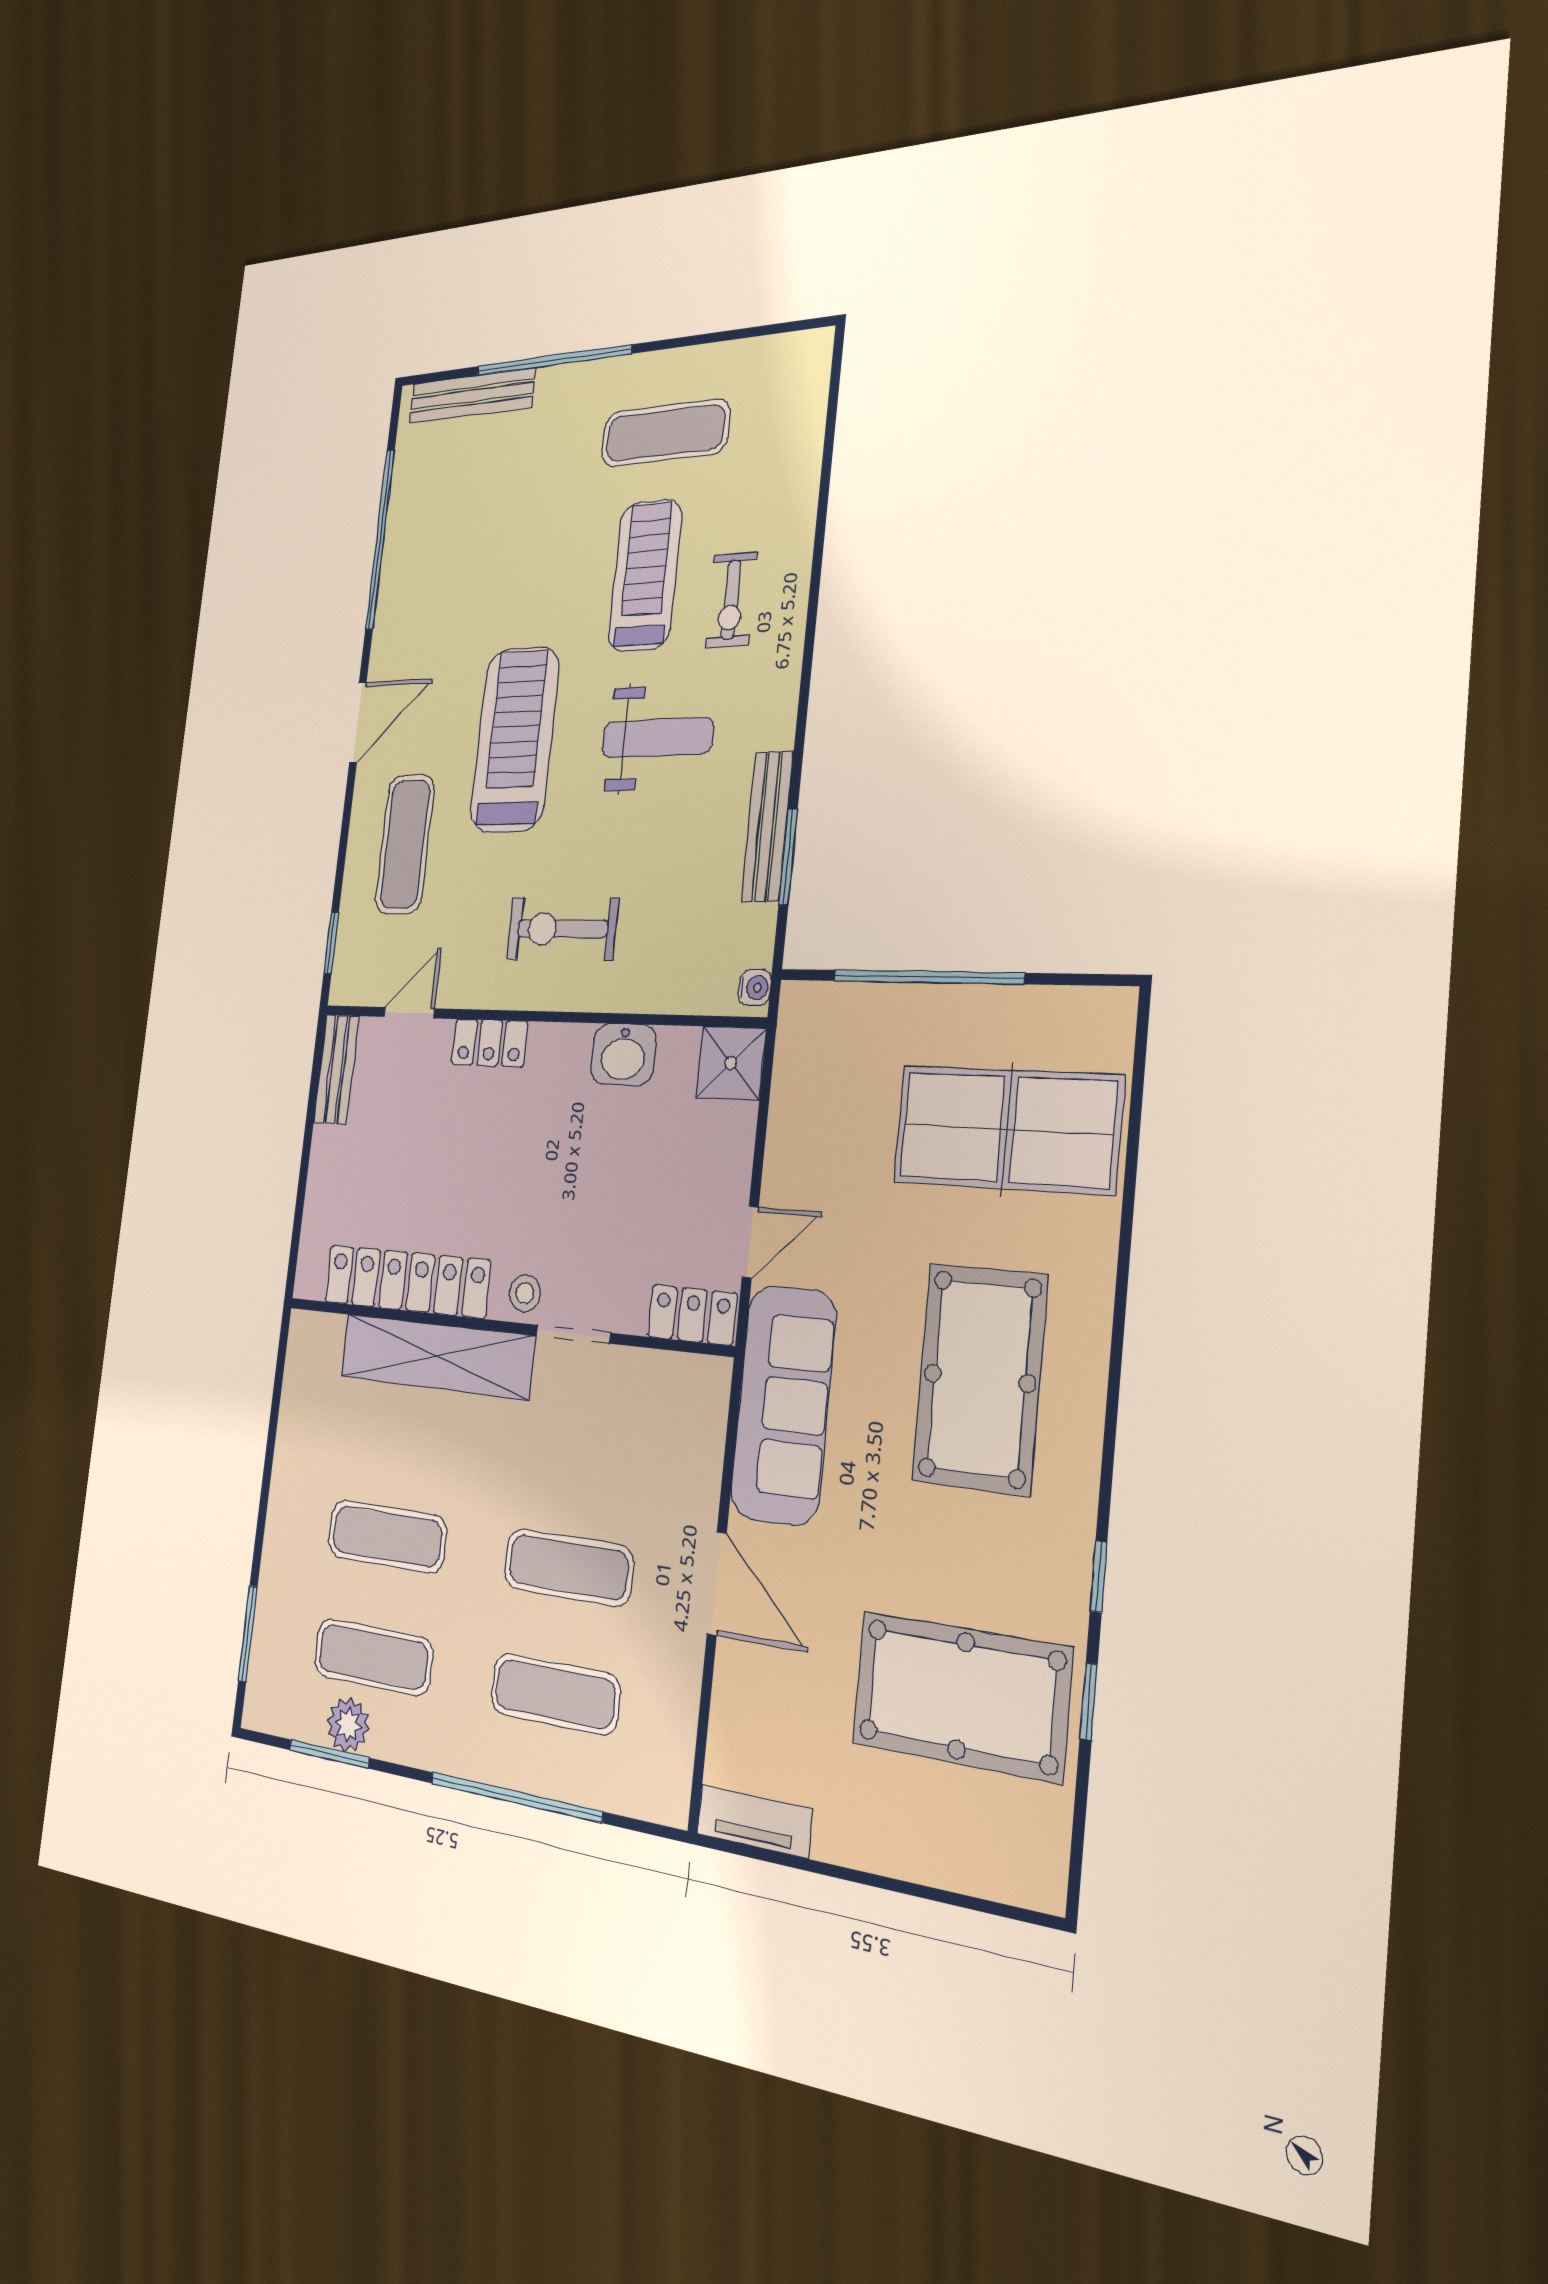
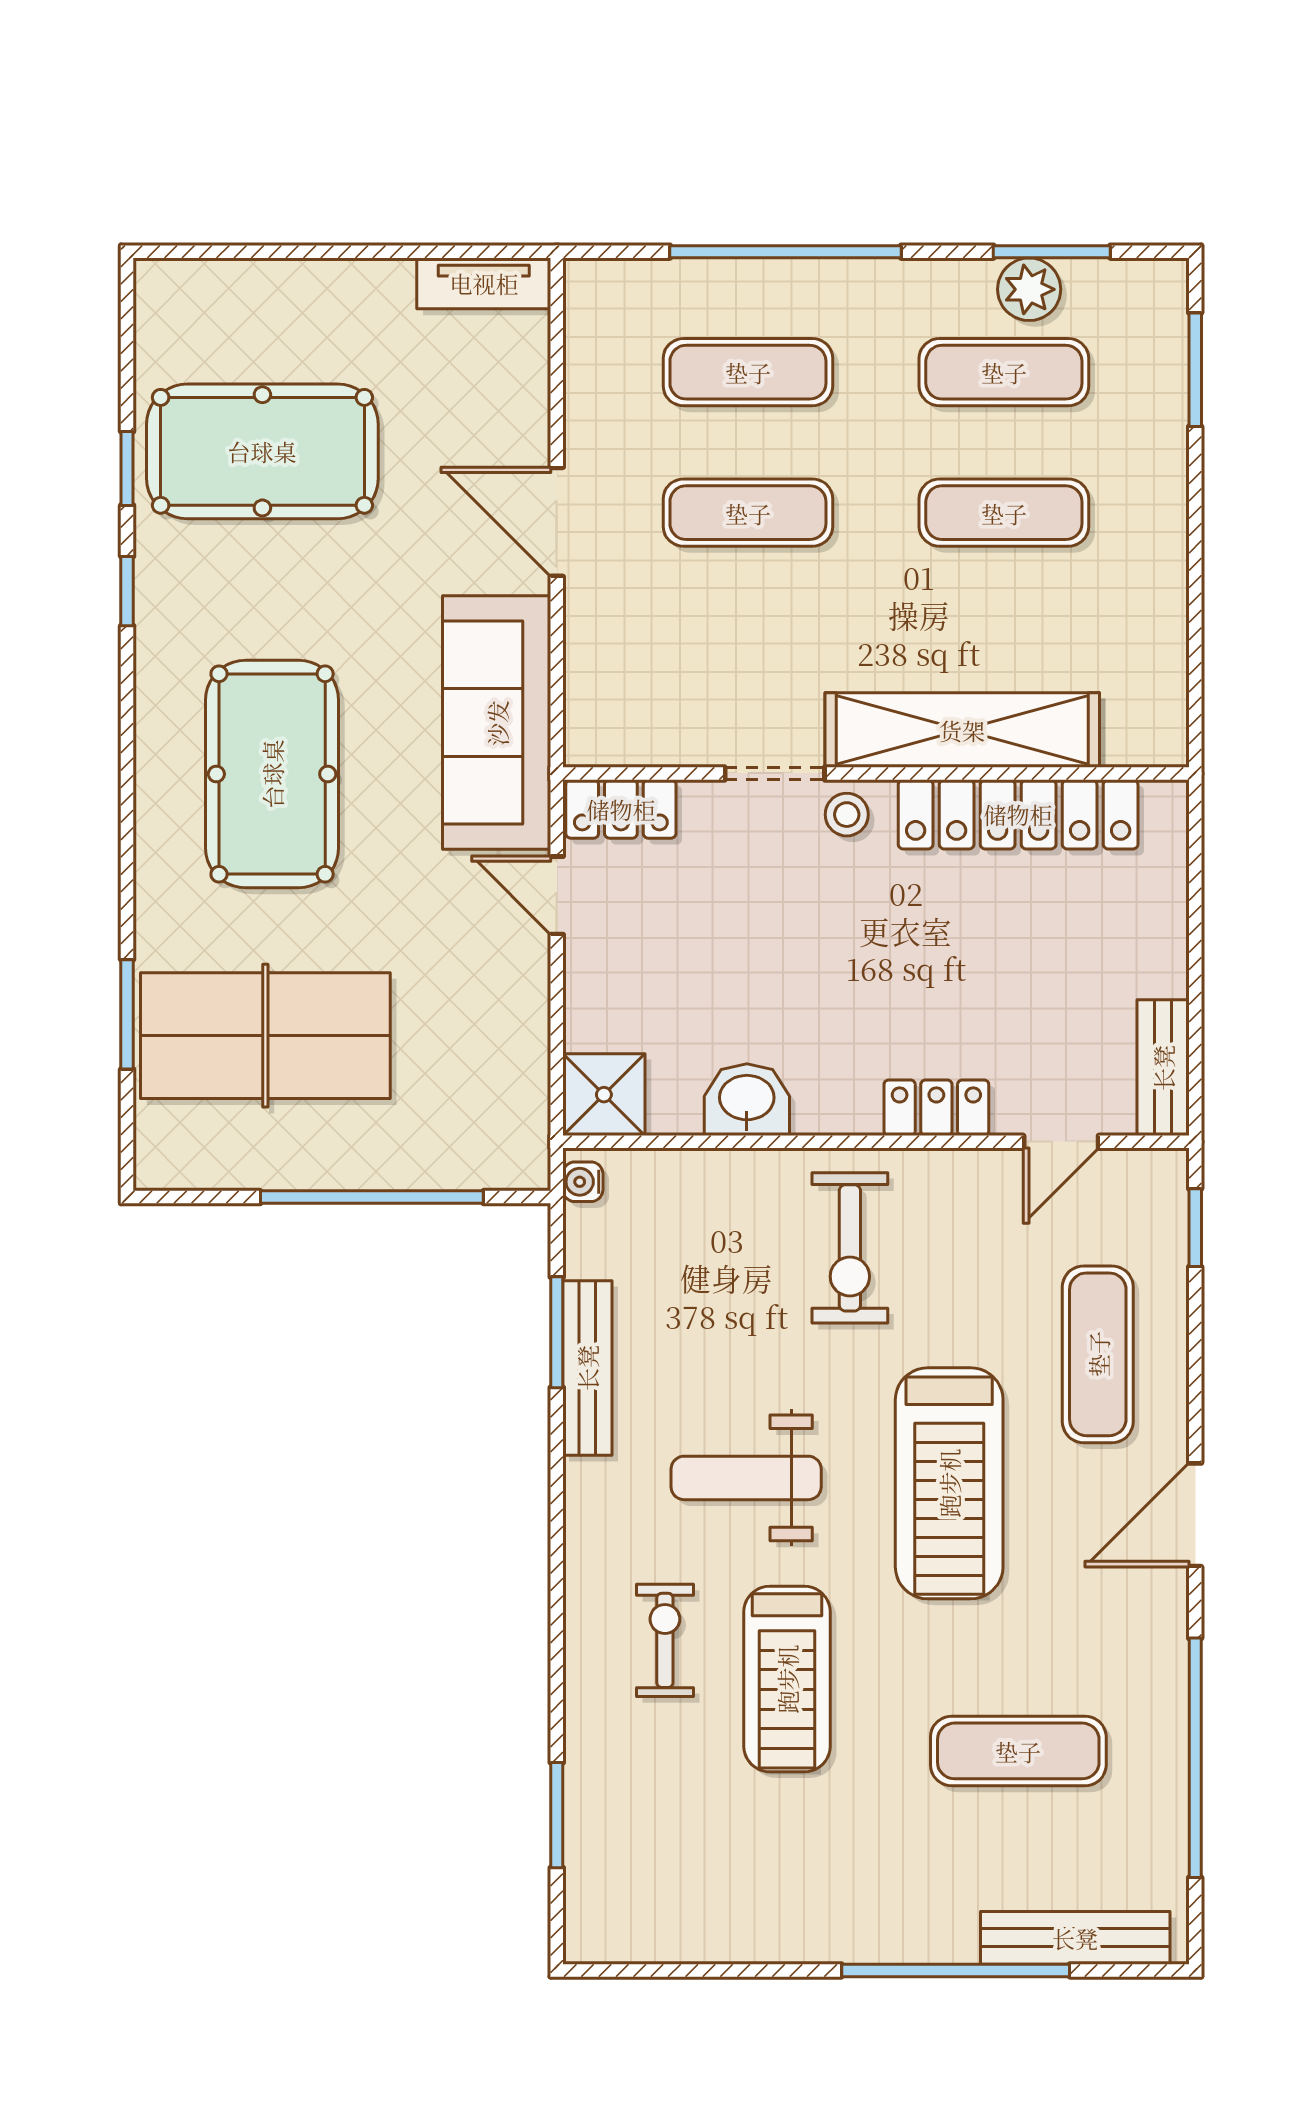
exercise mat: (665, 433) -> (1018, 1751), moved
window: (828, 448) -> (557, 1815), added
exercise bike: (562, 929) -> (850, 1248), turned 90
window: (1132, 1157) -> (127, 1014), added
door: (750, 1242) -> (557, 895), hinge flipped

